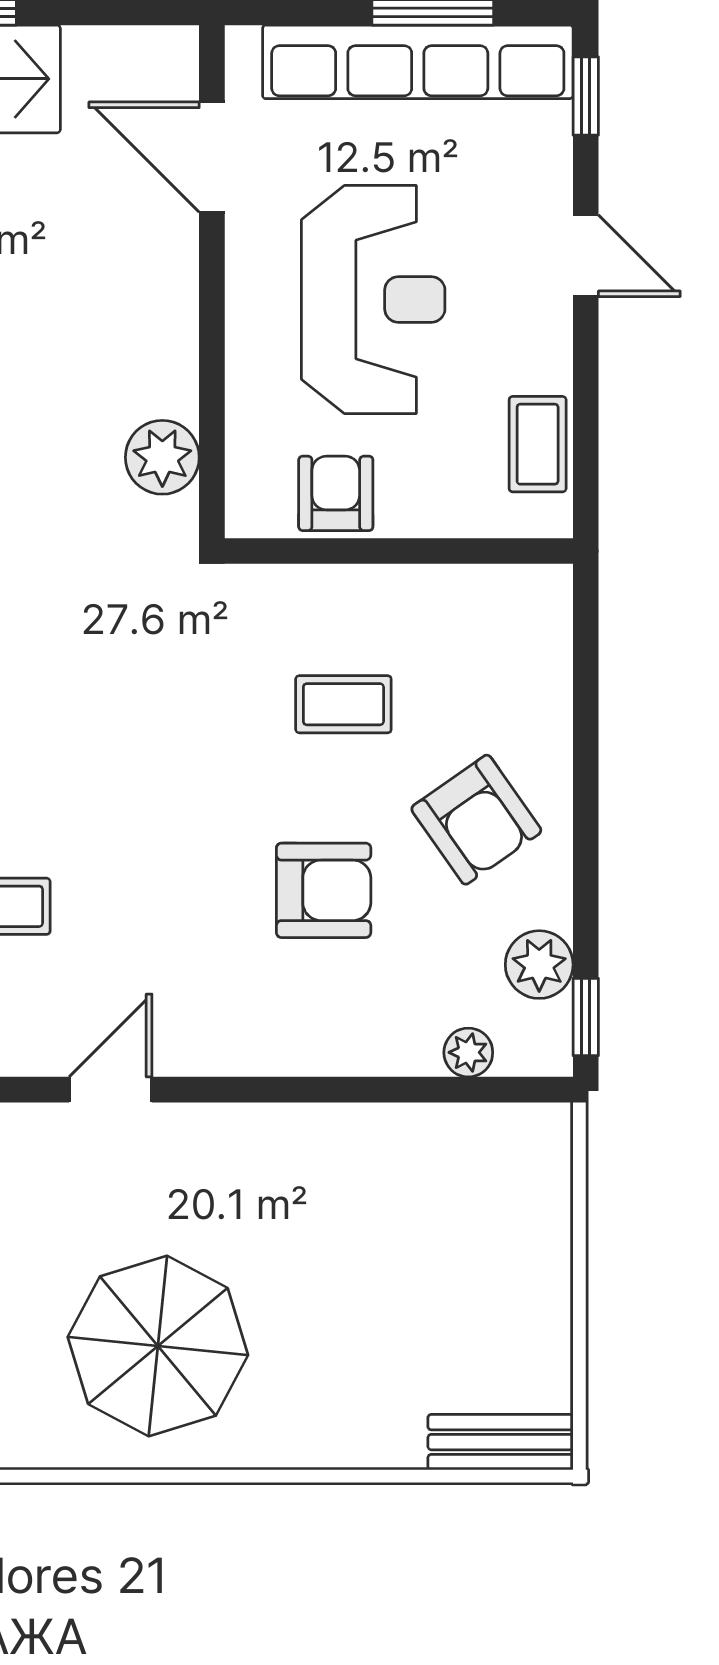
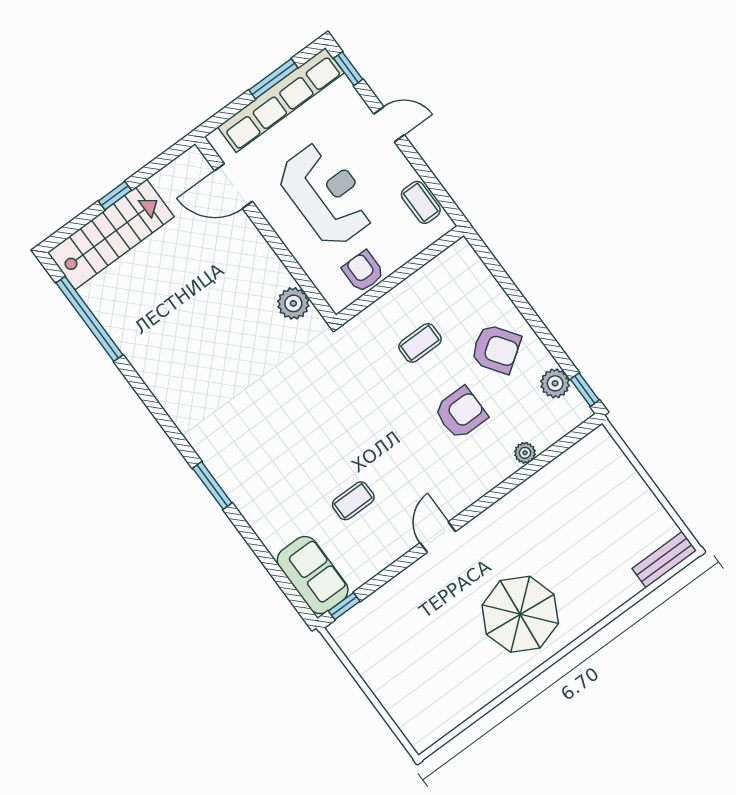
plant: (468, 1052) -> (525, 453), moved

